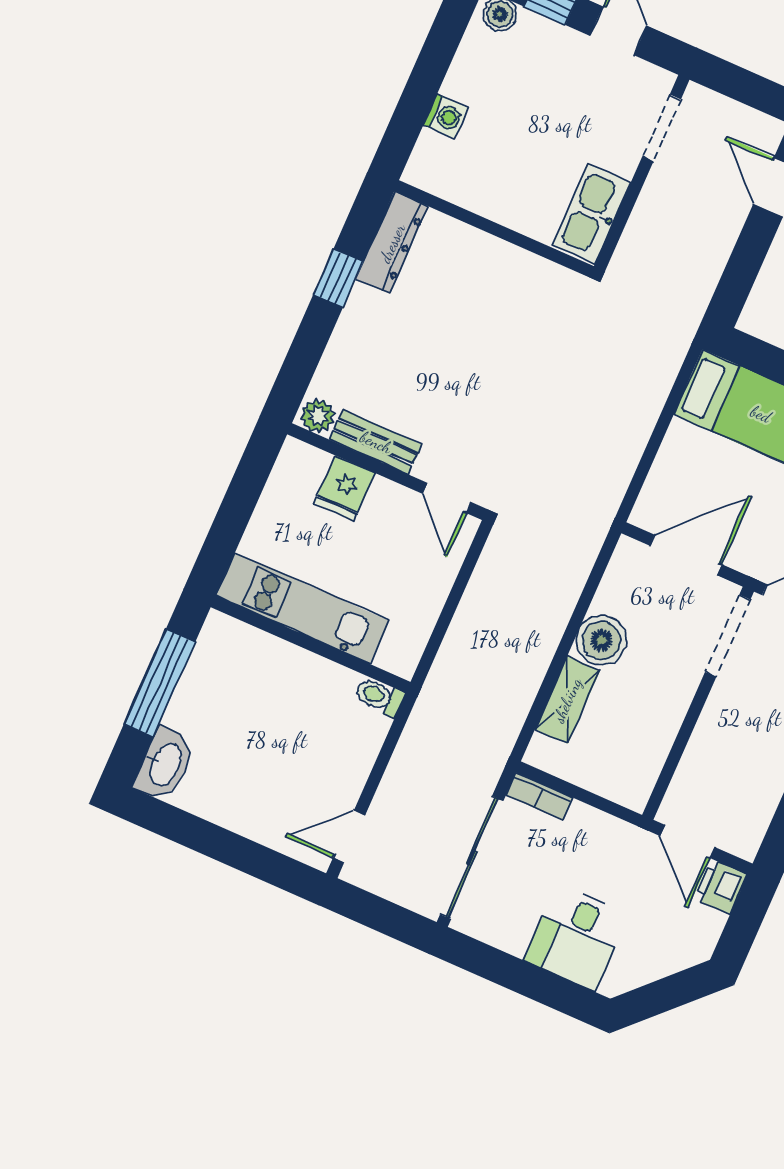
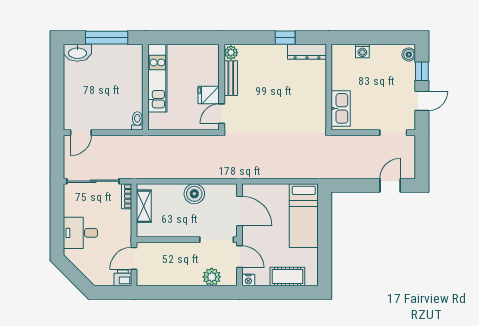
kitchen sink: (592, 214) -> (341, 108), moved, turned 90
fridge: (345, 488) -> (209, 95), moved
shelving: (567, 700) -> (144, 206), moved, turned 90
door: (349, 836) -> (81, 133), swing flipped

